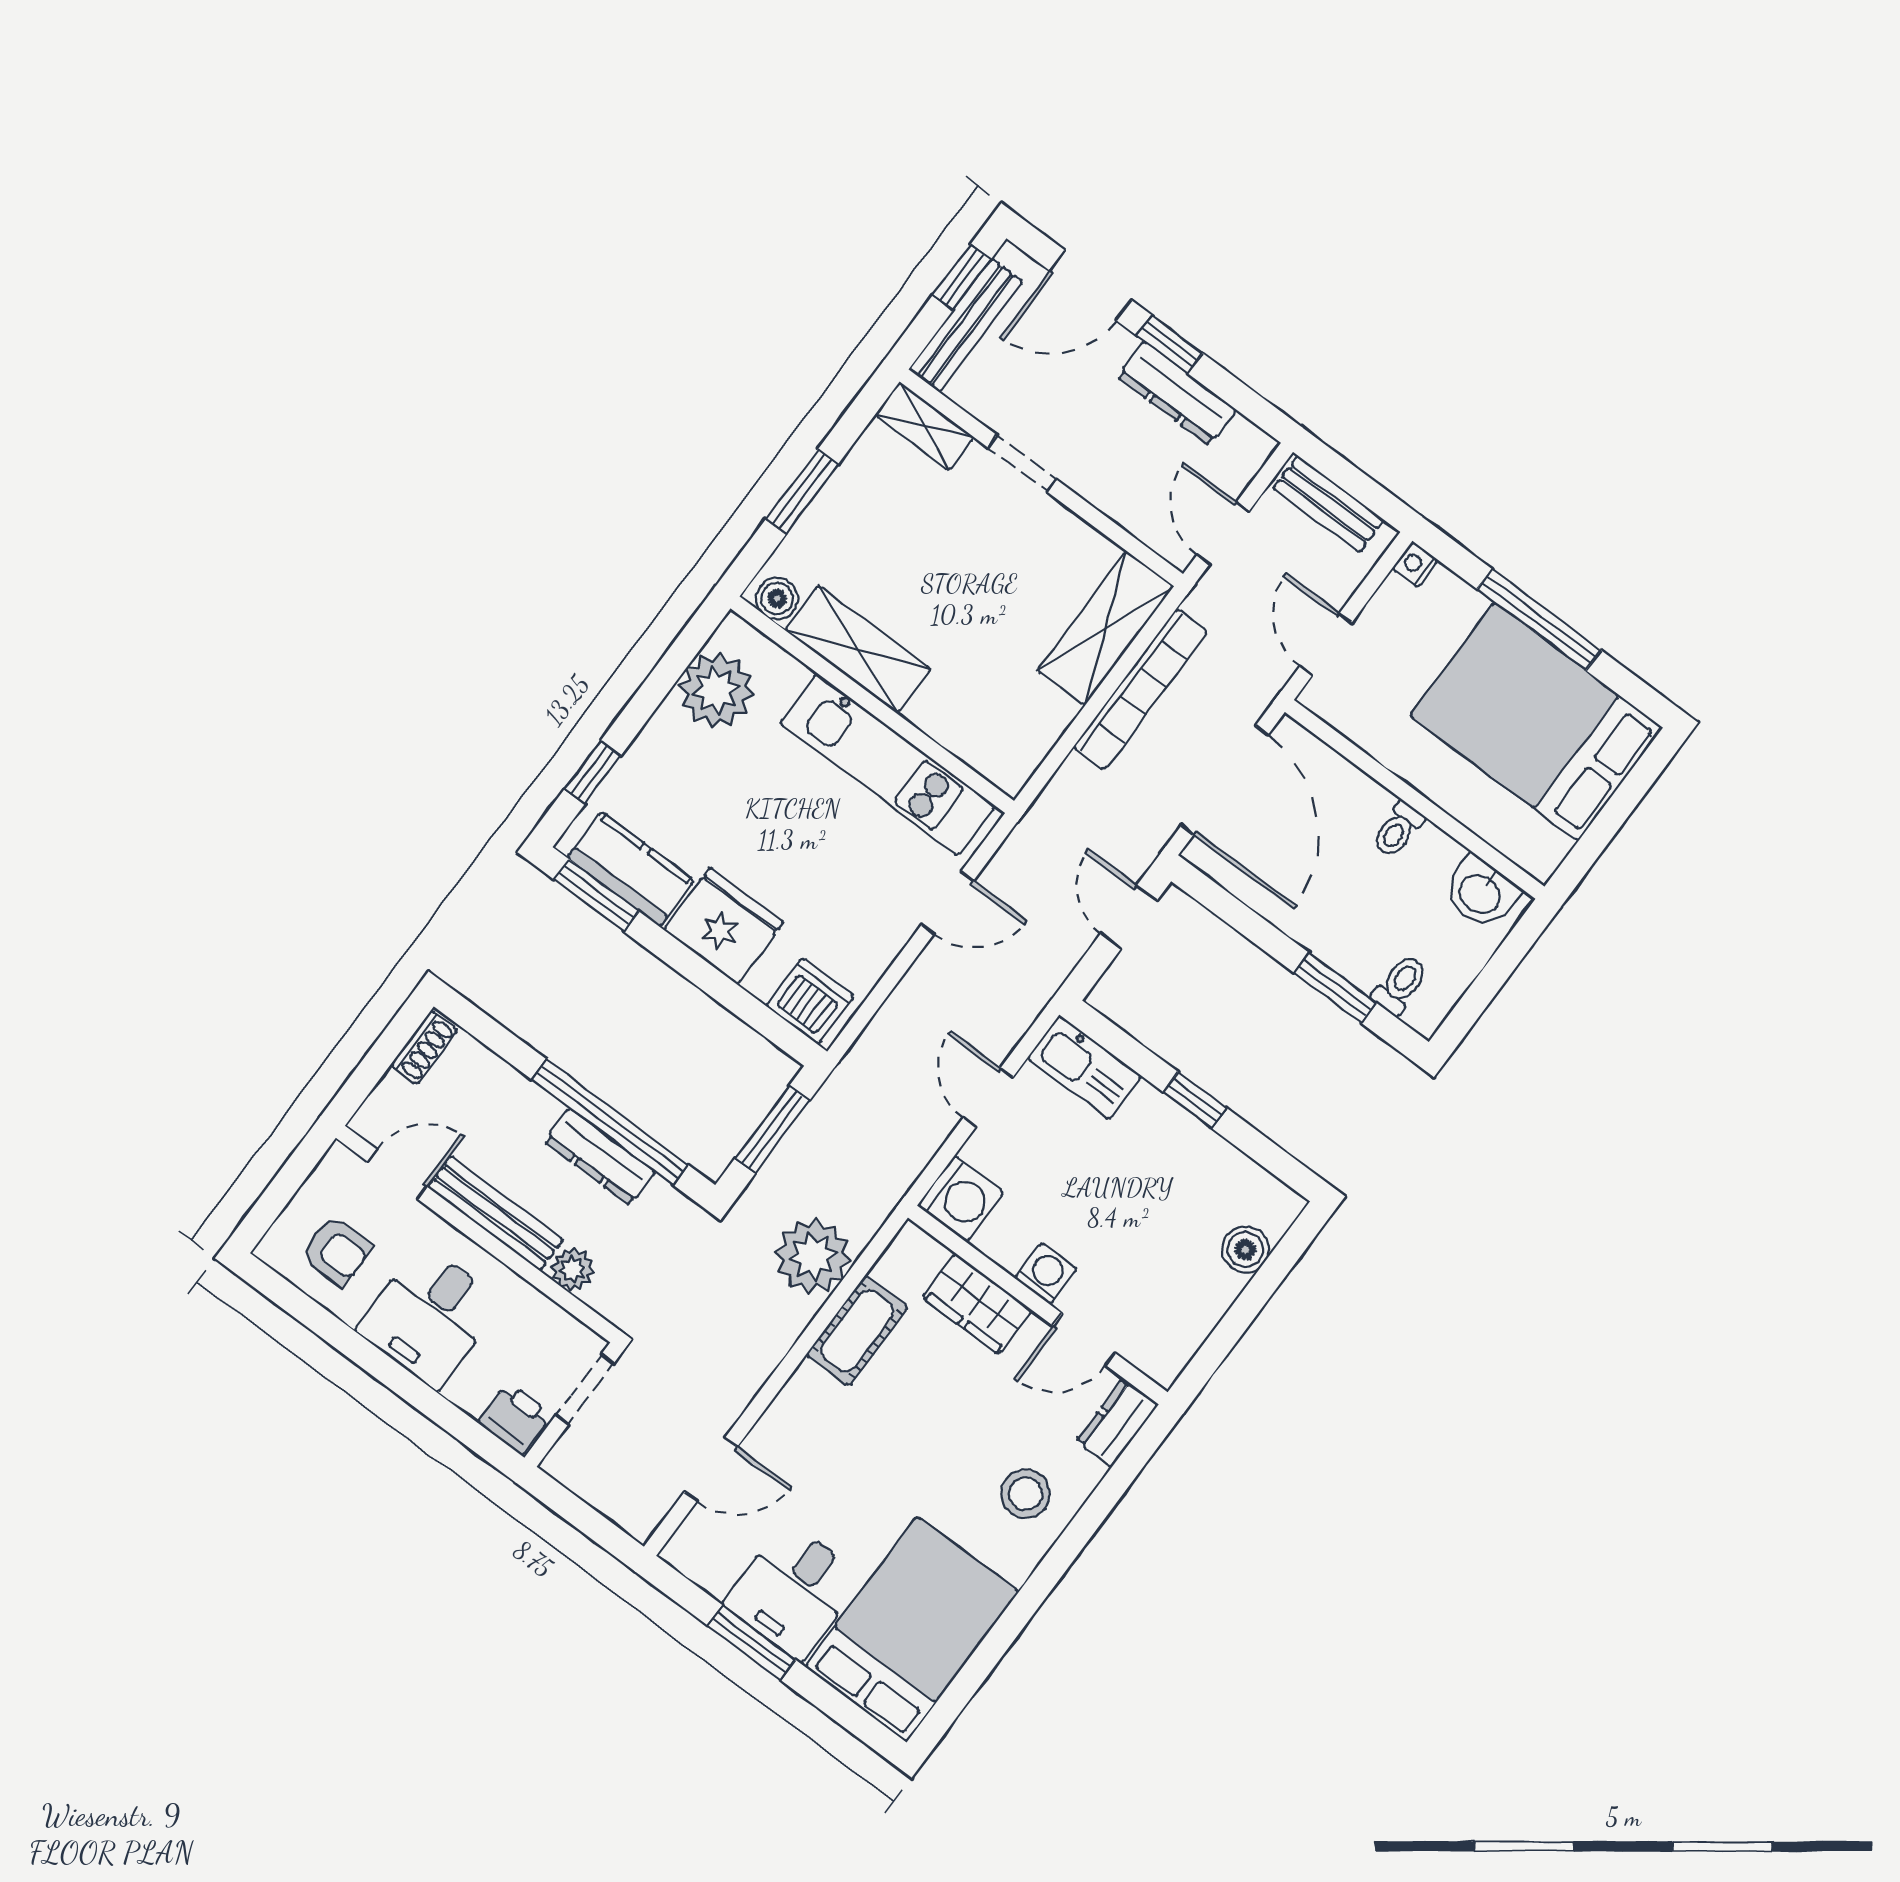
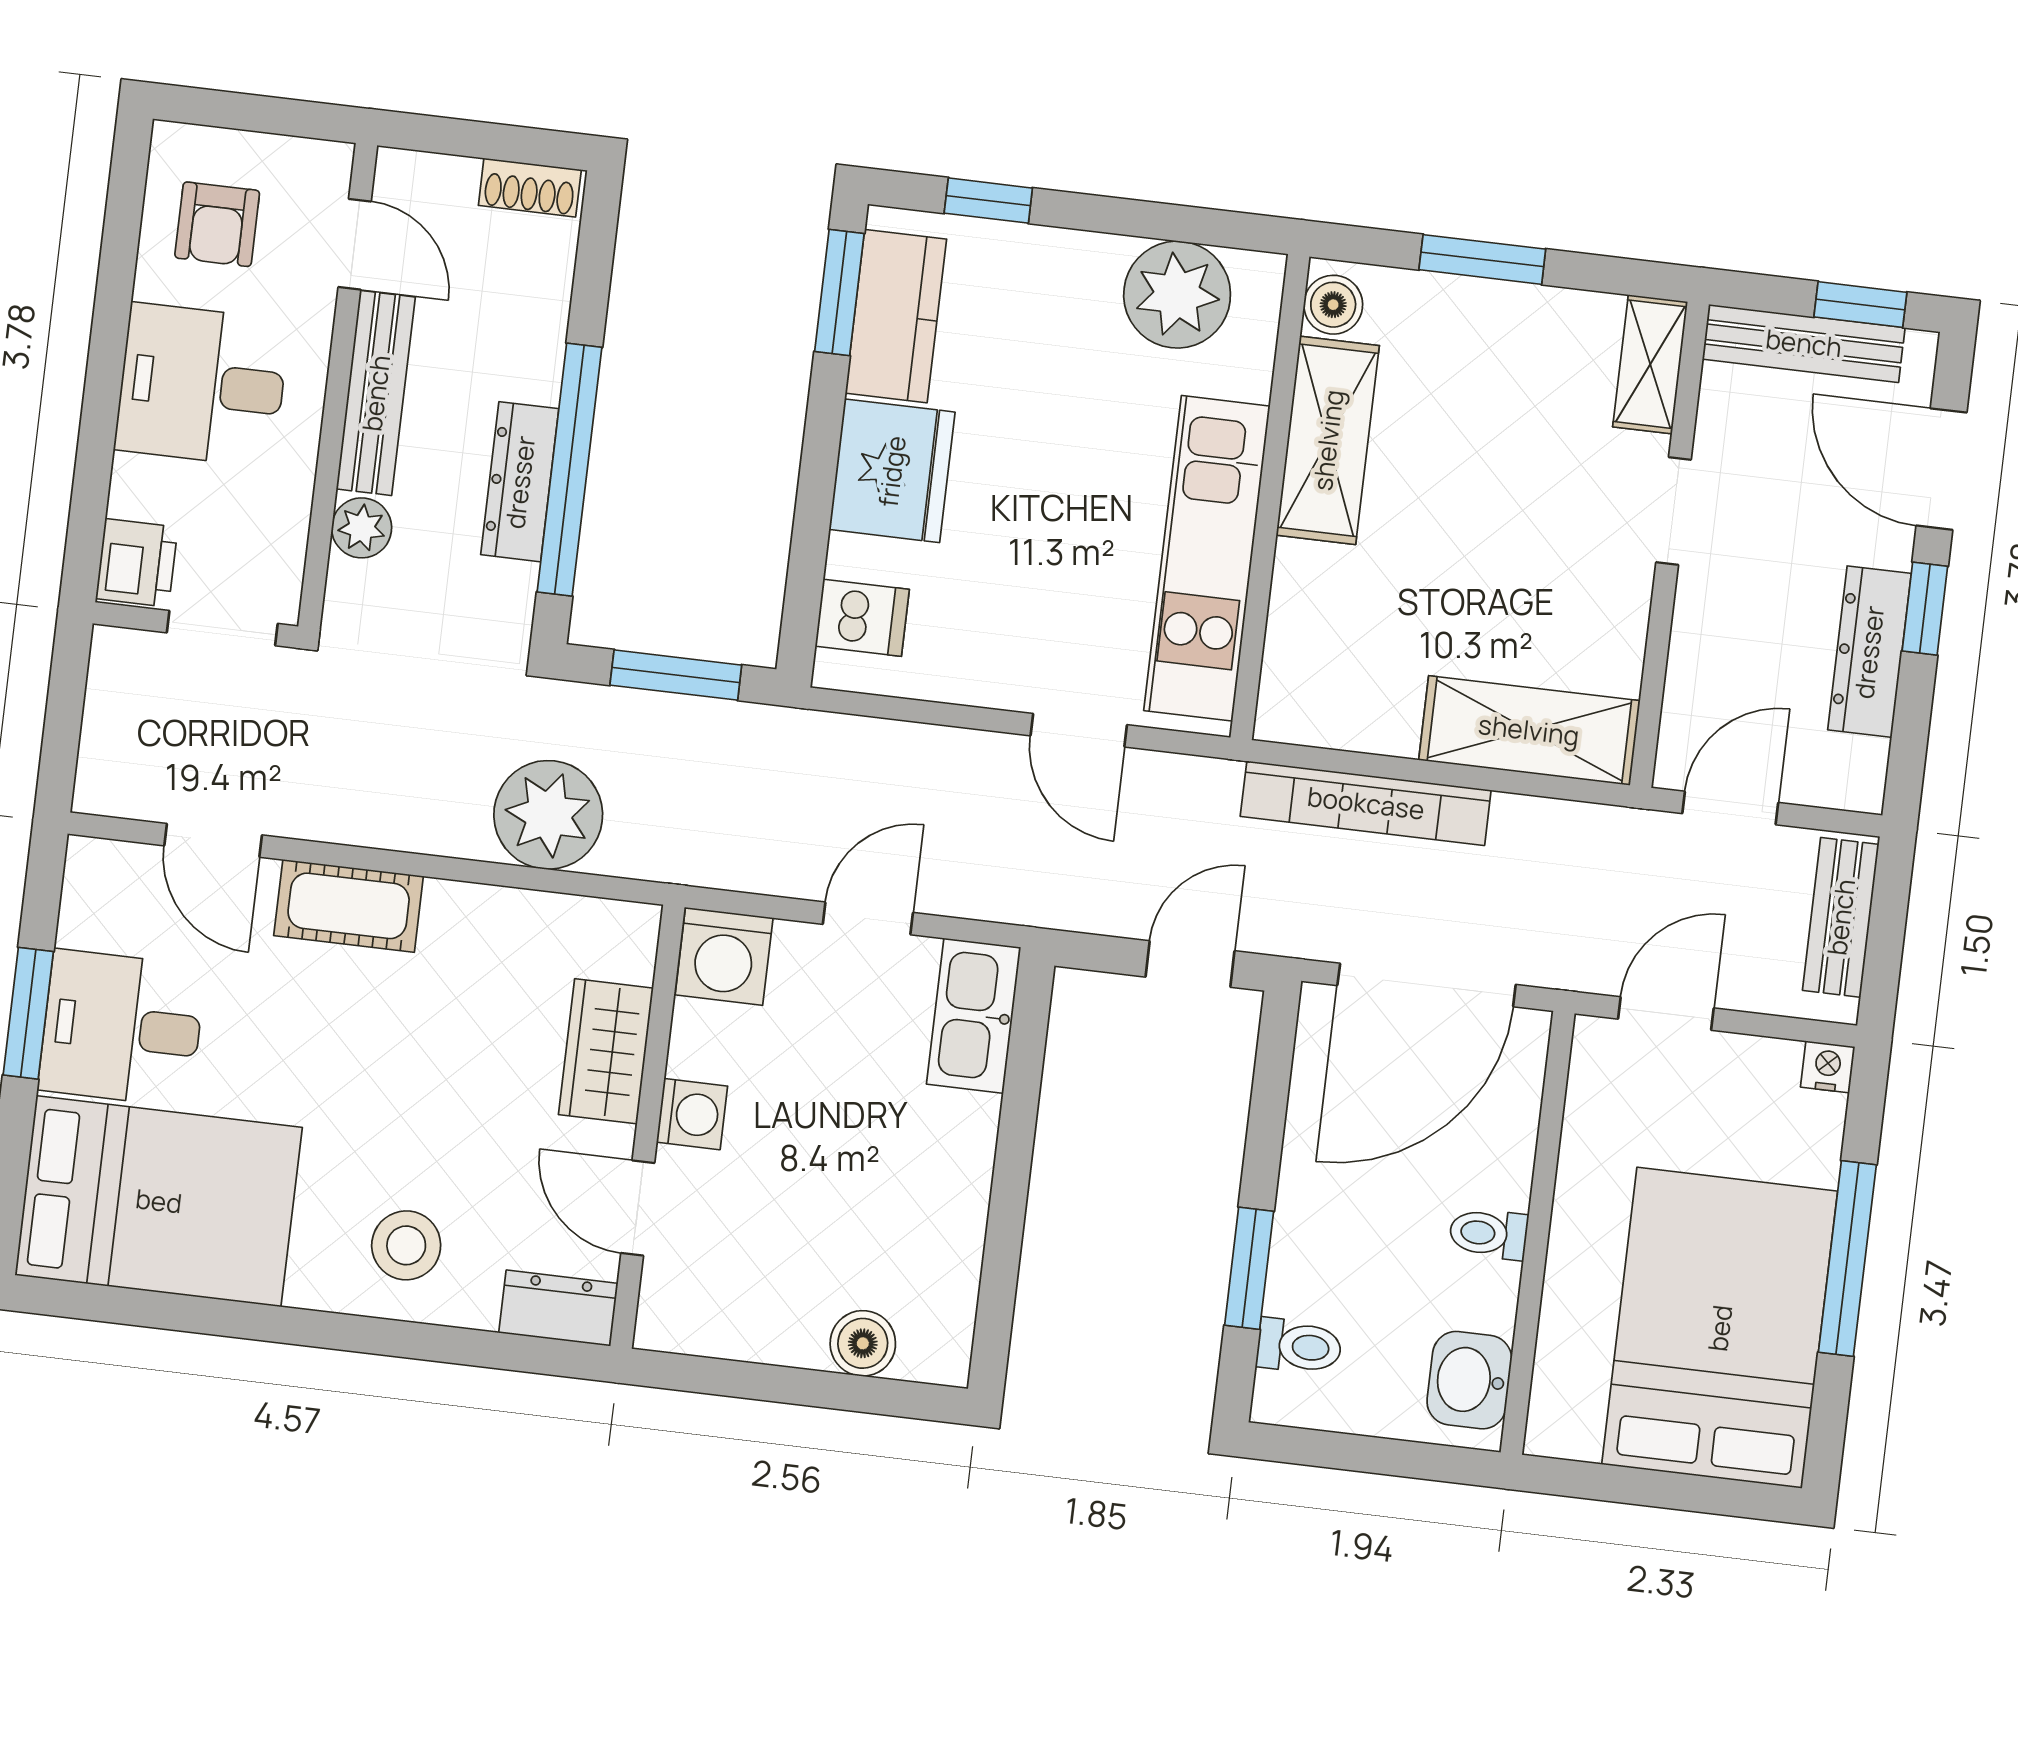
bookcase: (1140, 689) -> (1366, 803), moved
dishwasher: (810, 1001) -> (862, 618), width x0.73
window: (1195, 1100) -> (1011, 1175), removed
cot: (857, 1331) -> (349, 906), moved

